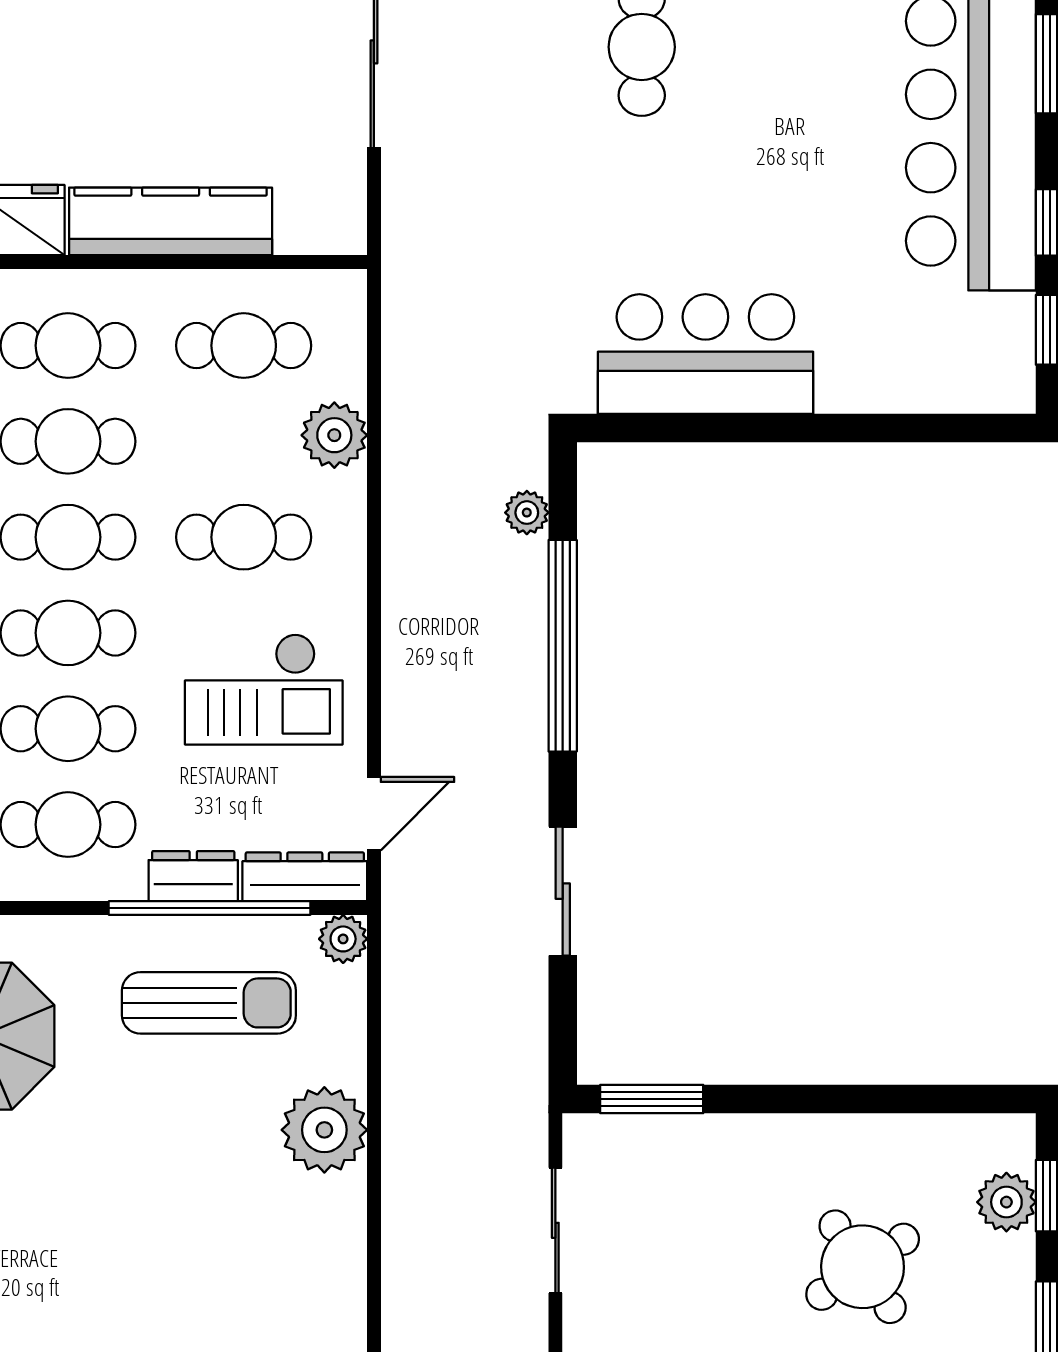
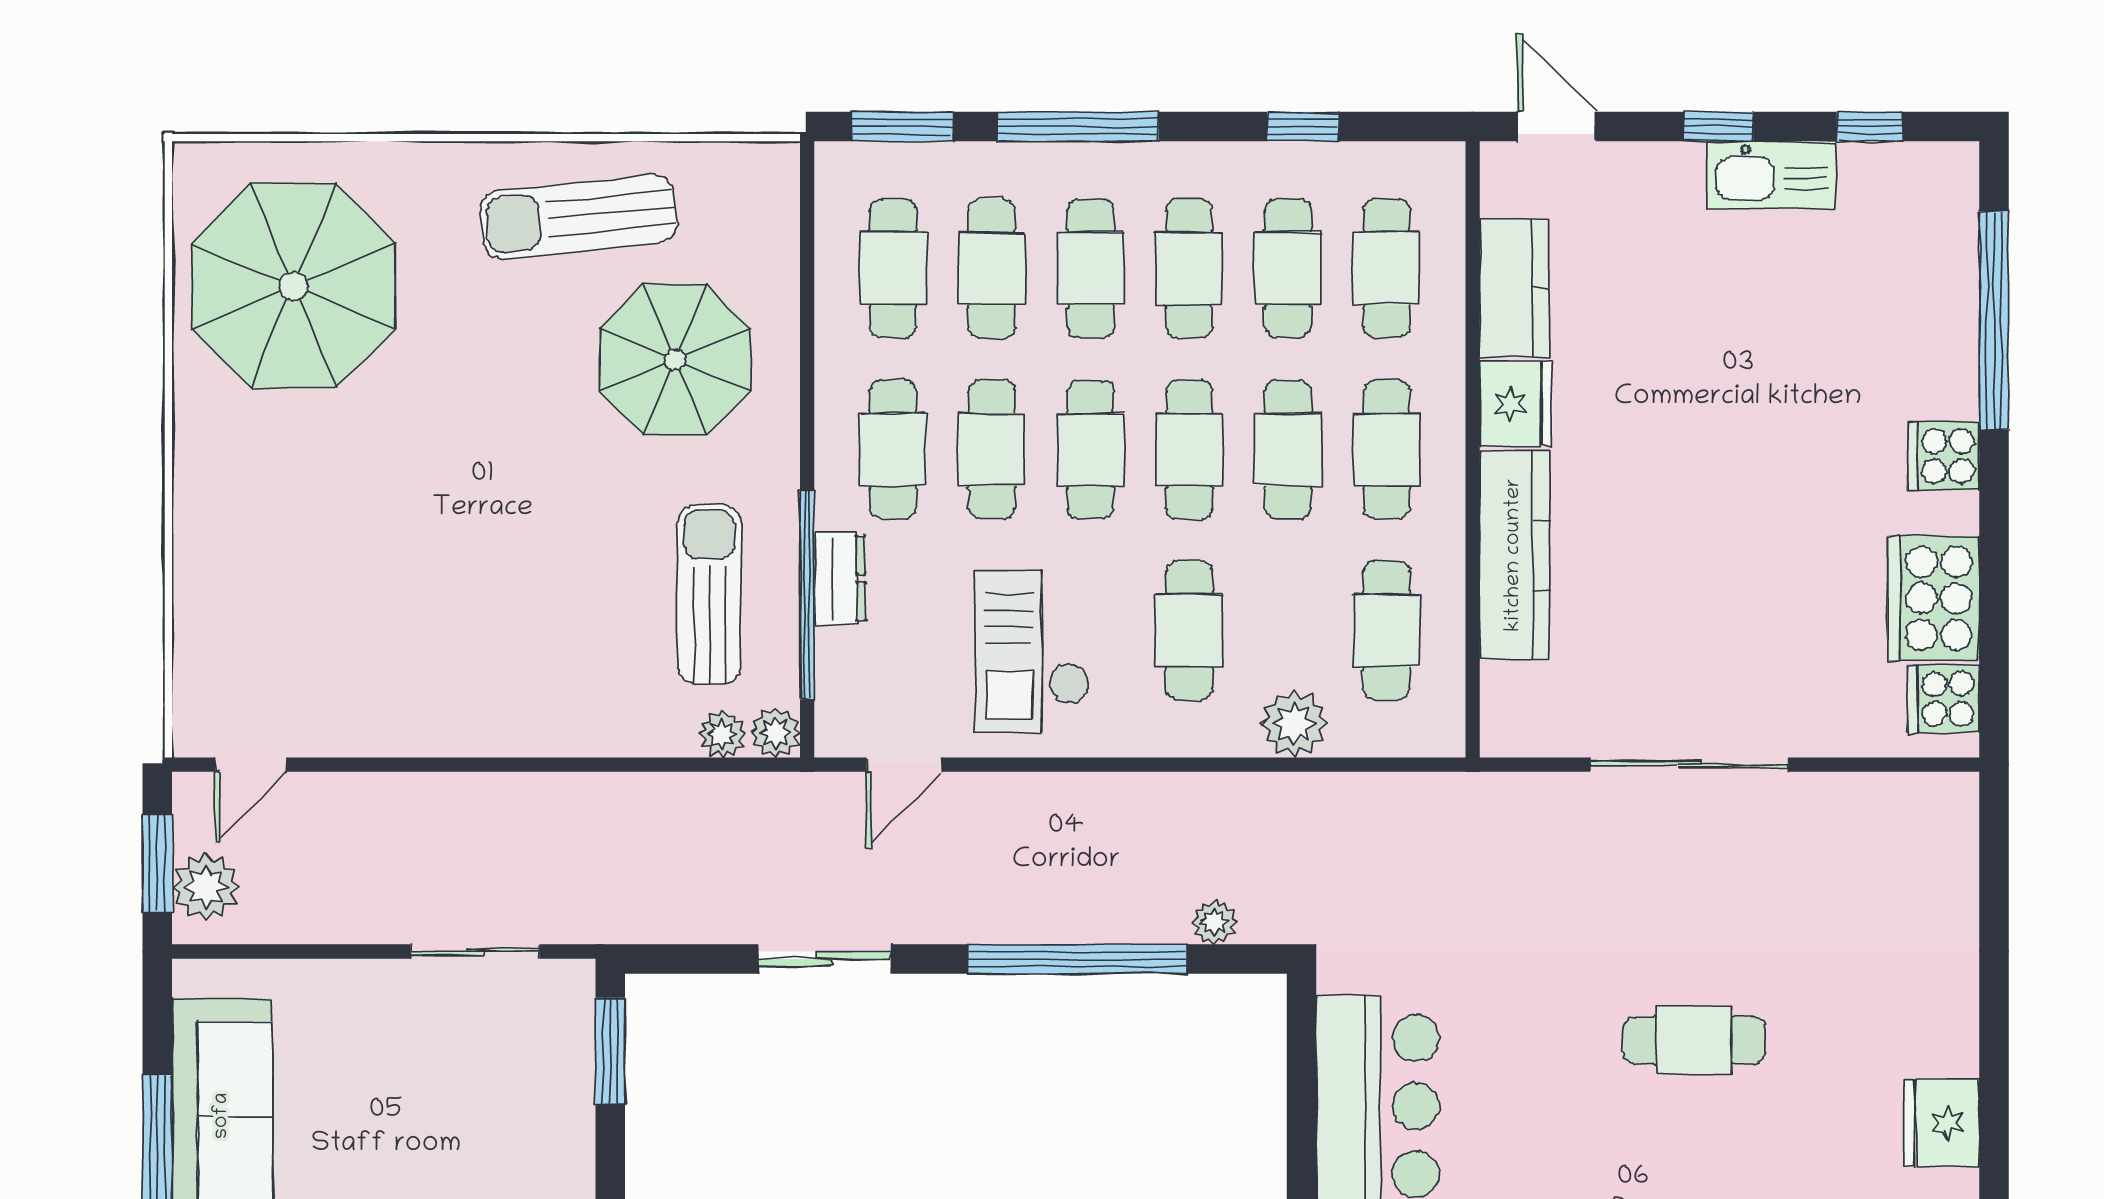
door: (374, 814) -> (904, 765), hinge flipped
dresser: (305, 877) -> (839, 693), removed
sun lounger: (209, 1003) -> (709, 595), turned 180
plant: (324, 1130) -> (722, 734), moved, width x0.53, depth x0.53

